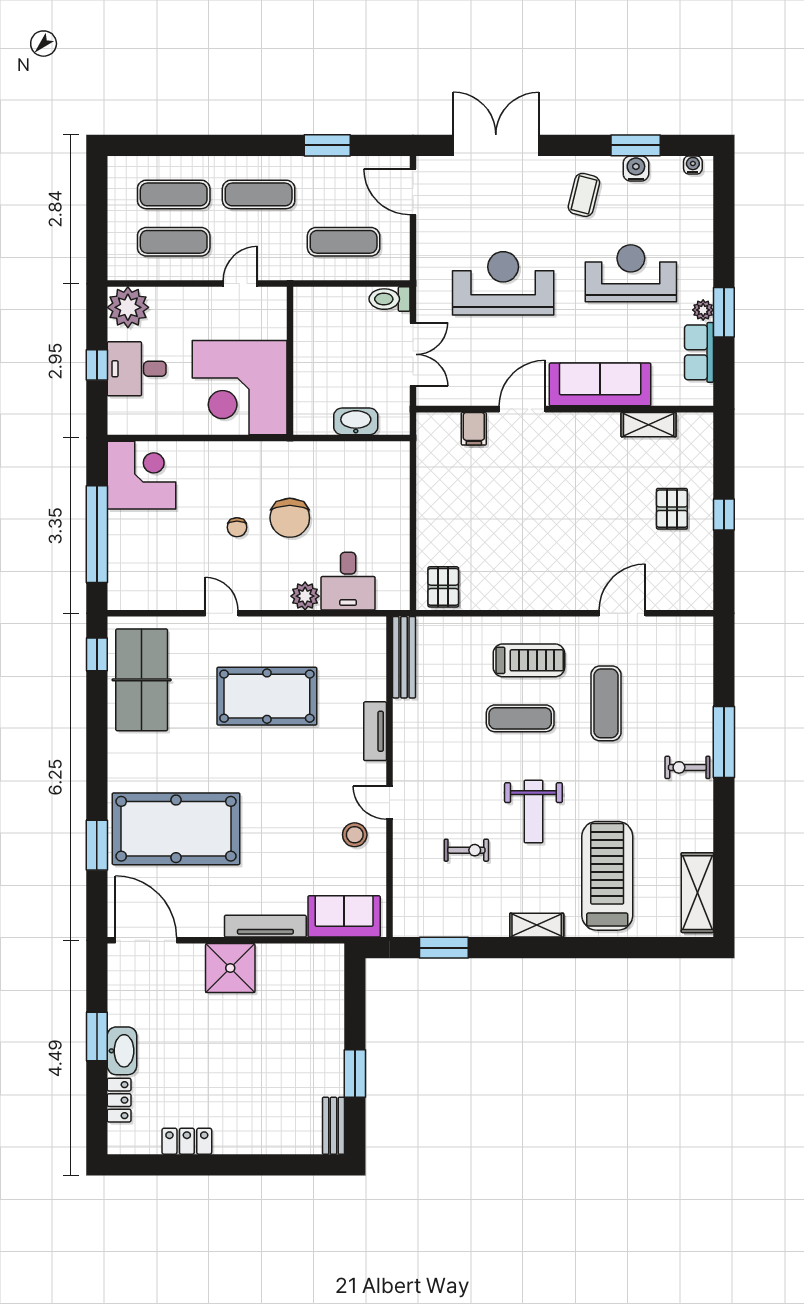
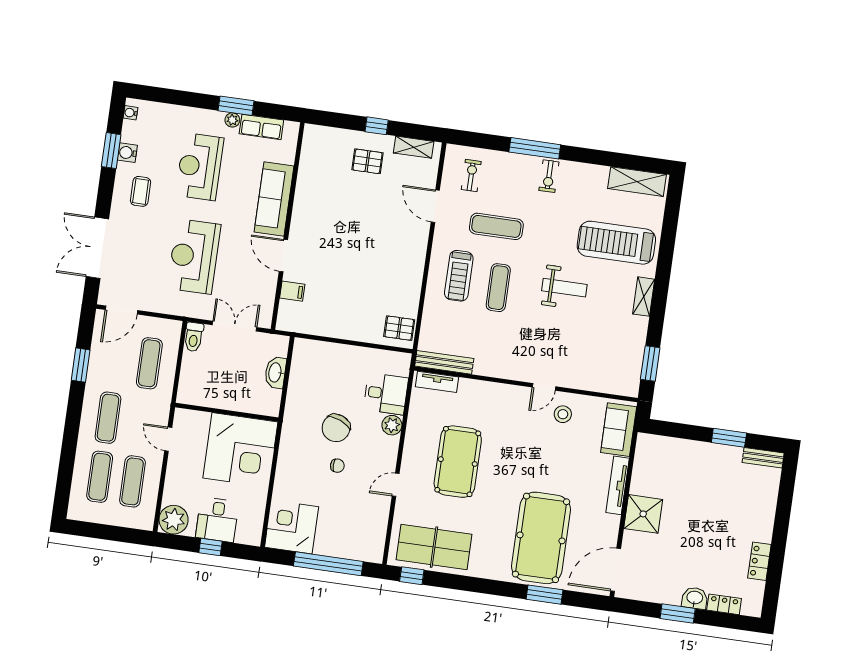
coffee table: (584, 195) -> (141, 191), turned 76
shelving: (649, 425) -> (414, 147), moved, turned 90
chair: (290, 518) -> (336, 428), turned 112
treadmill: (529, 660) -> (459, 276), turned 180
tv unit: (375, 731) -> (437, 382), moved
exercise bike: (466, 850) -> (471, 175), moved
washbasin: (122, 1051) -> (695, 598), width x0.72

